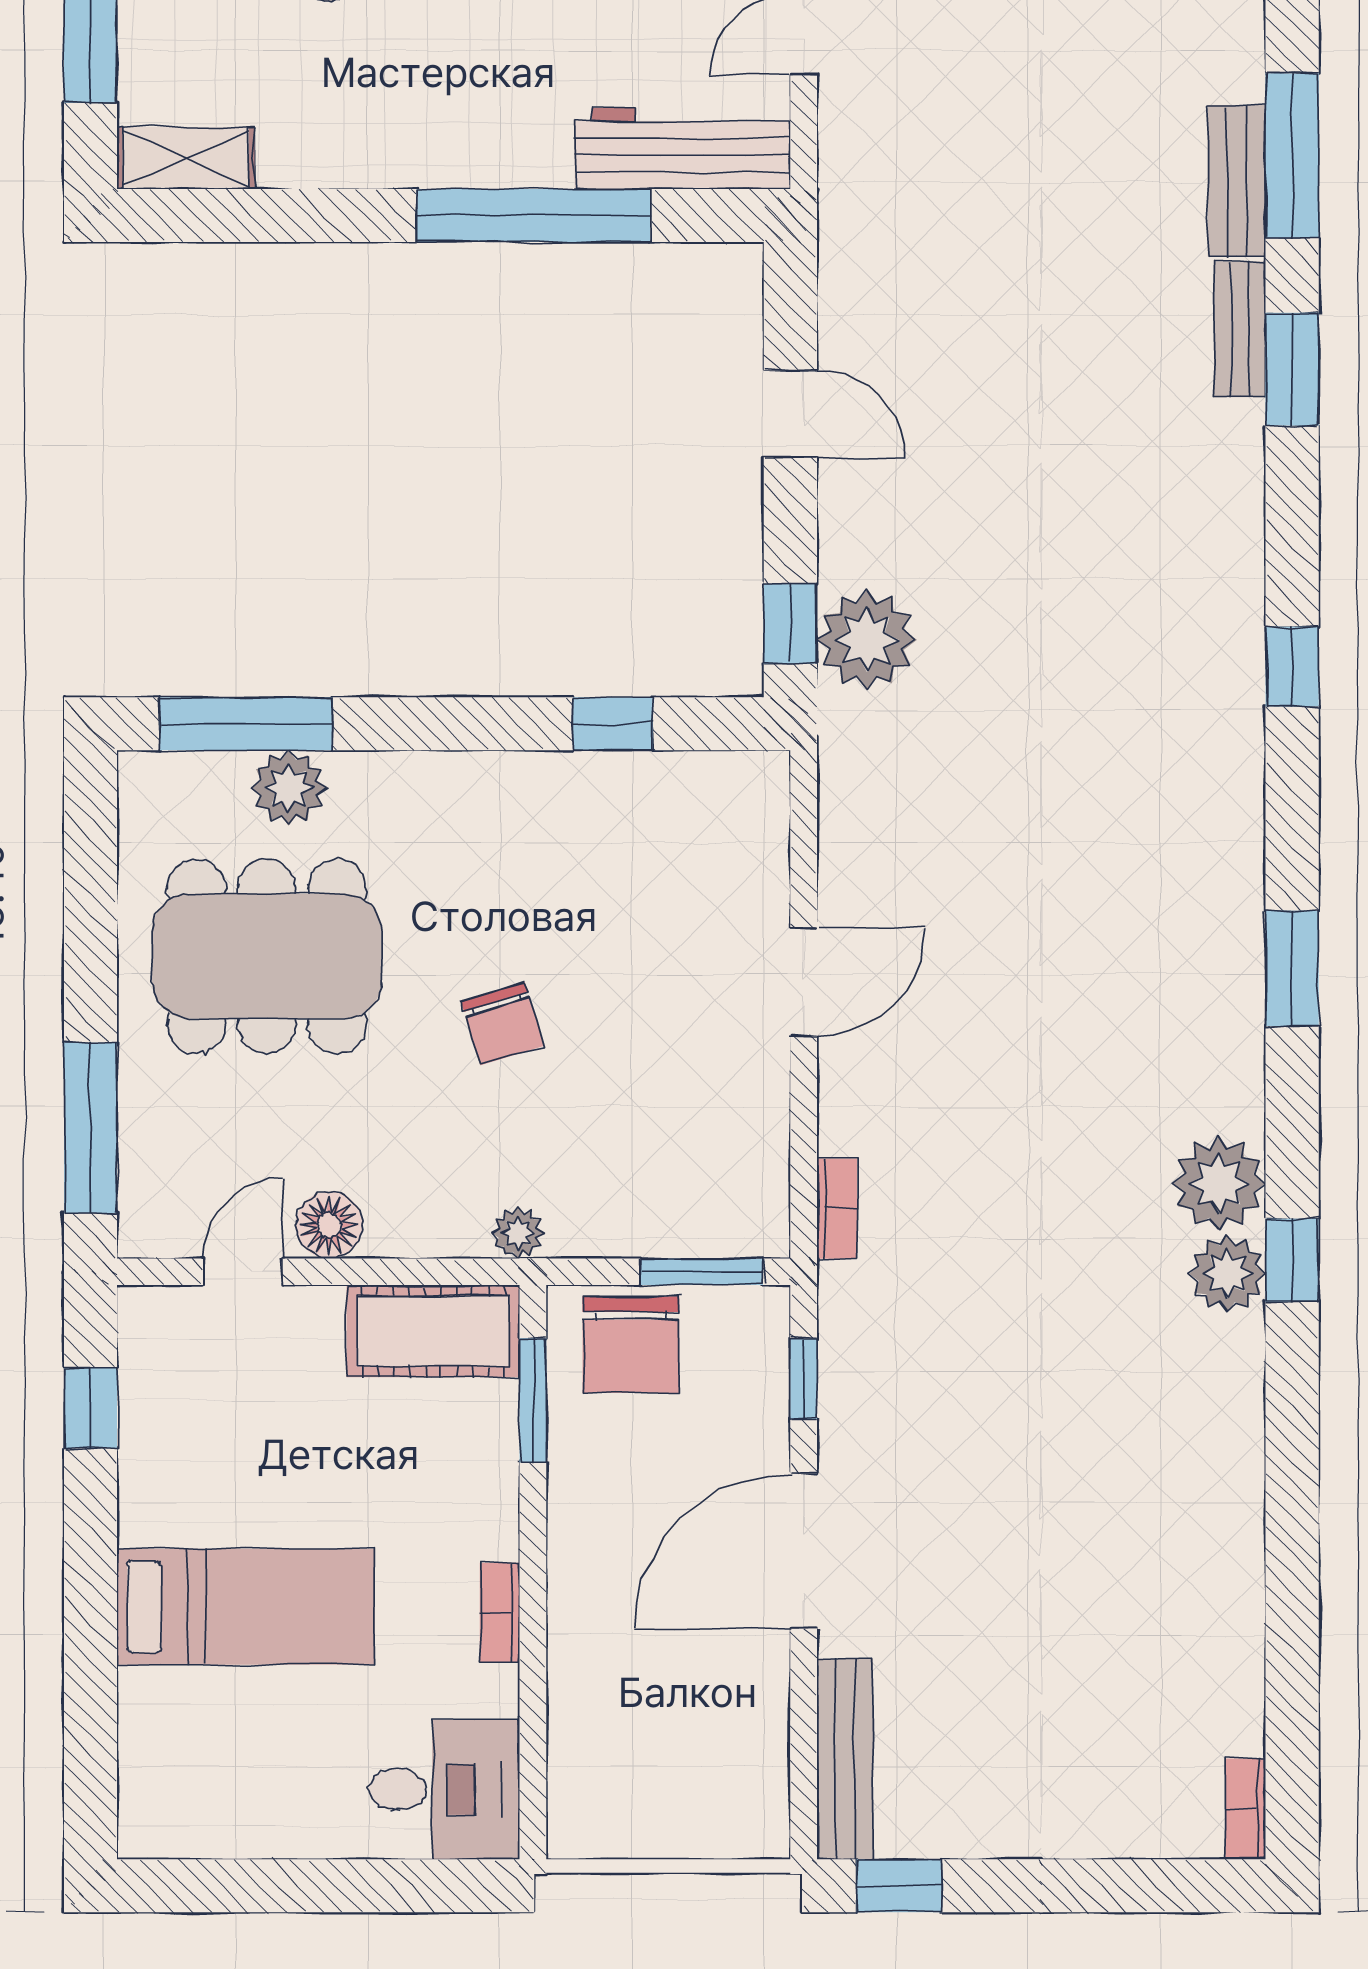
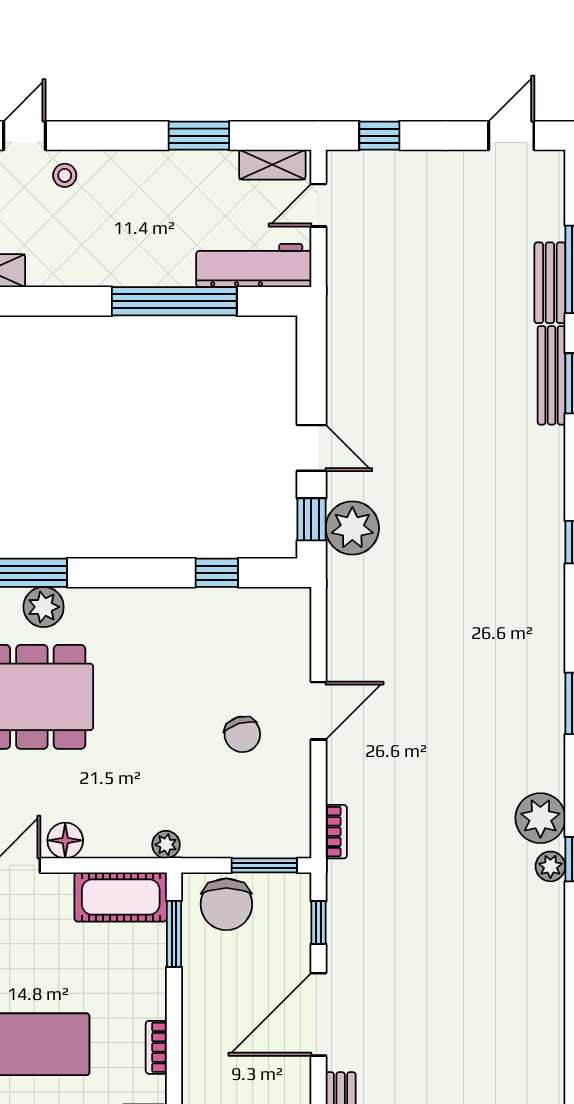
bench: (1240, 329) -> (552, 375), width x1.36
door: (790, 414) -> (311, 448), moved
chair: (502, 1024) -> (242, 734), moved
plant: (1227, 1274) -> (550, 866), width x0.73, depth x0.73

